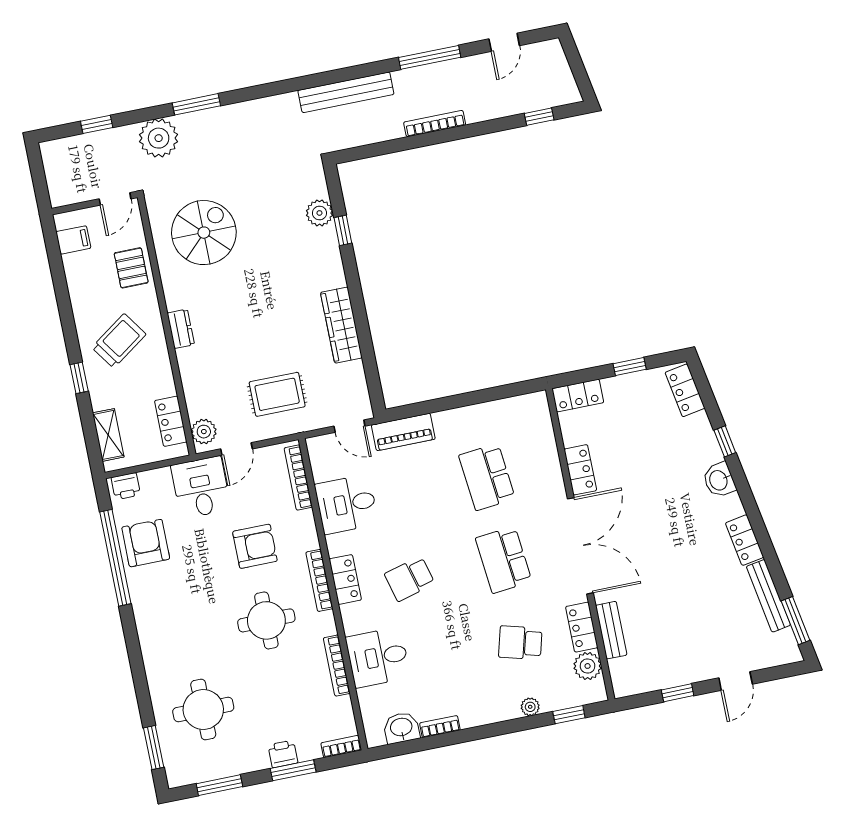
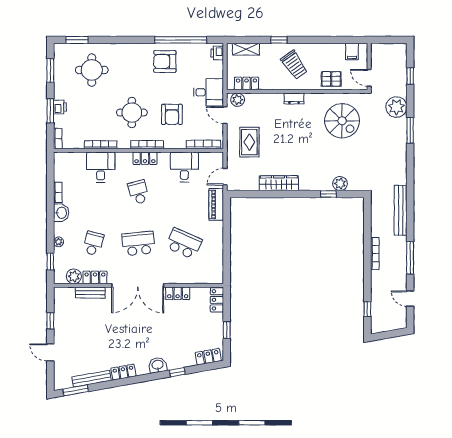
school desk: (487, 477) -> (184, 244), turned 30
armchair: (146, 543) -> (165, 61), moved, turned 180
washbasin: (401, 728) -> (61, 213), moved

